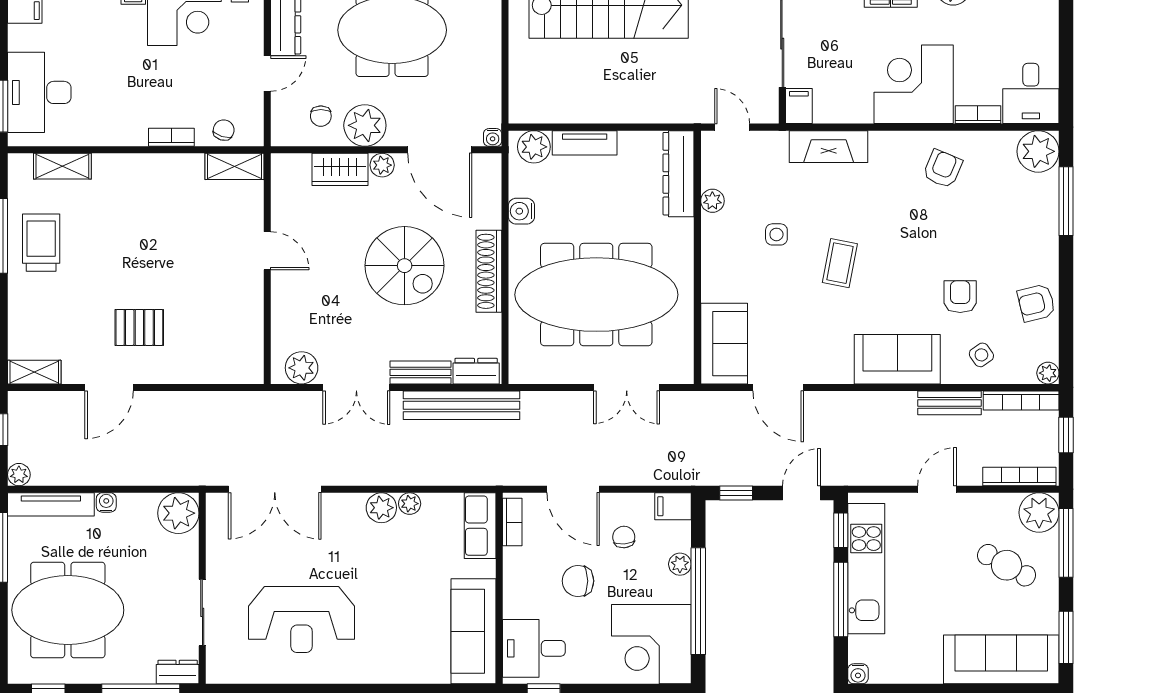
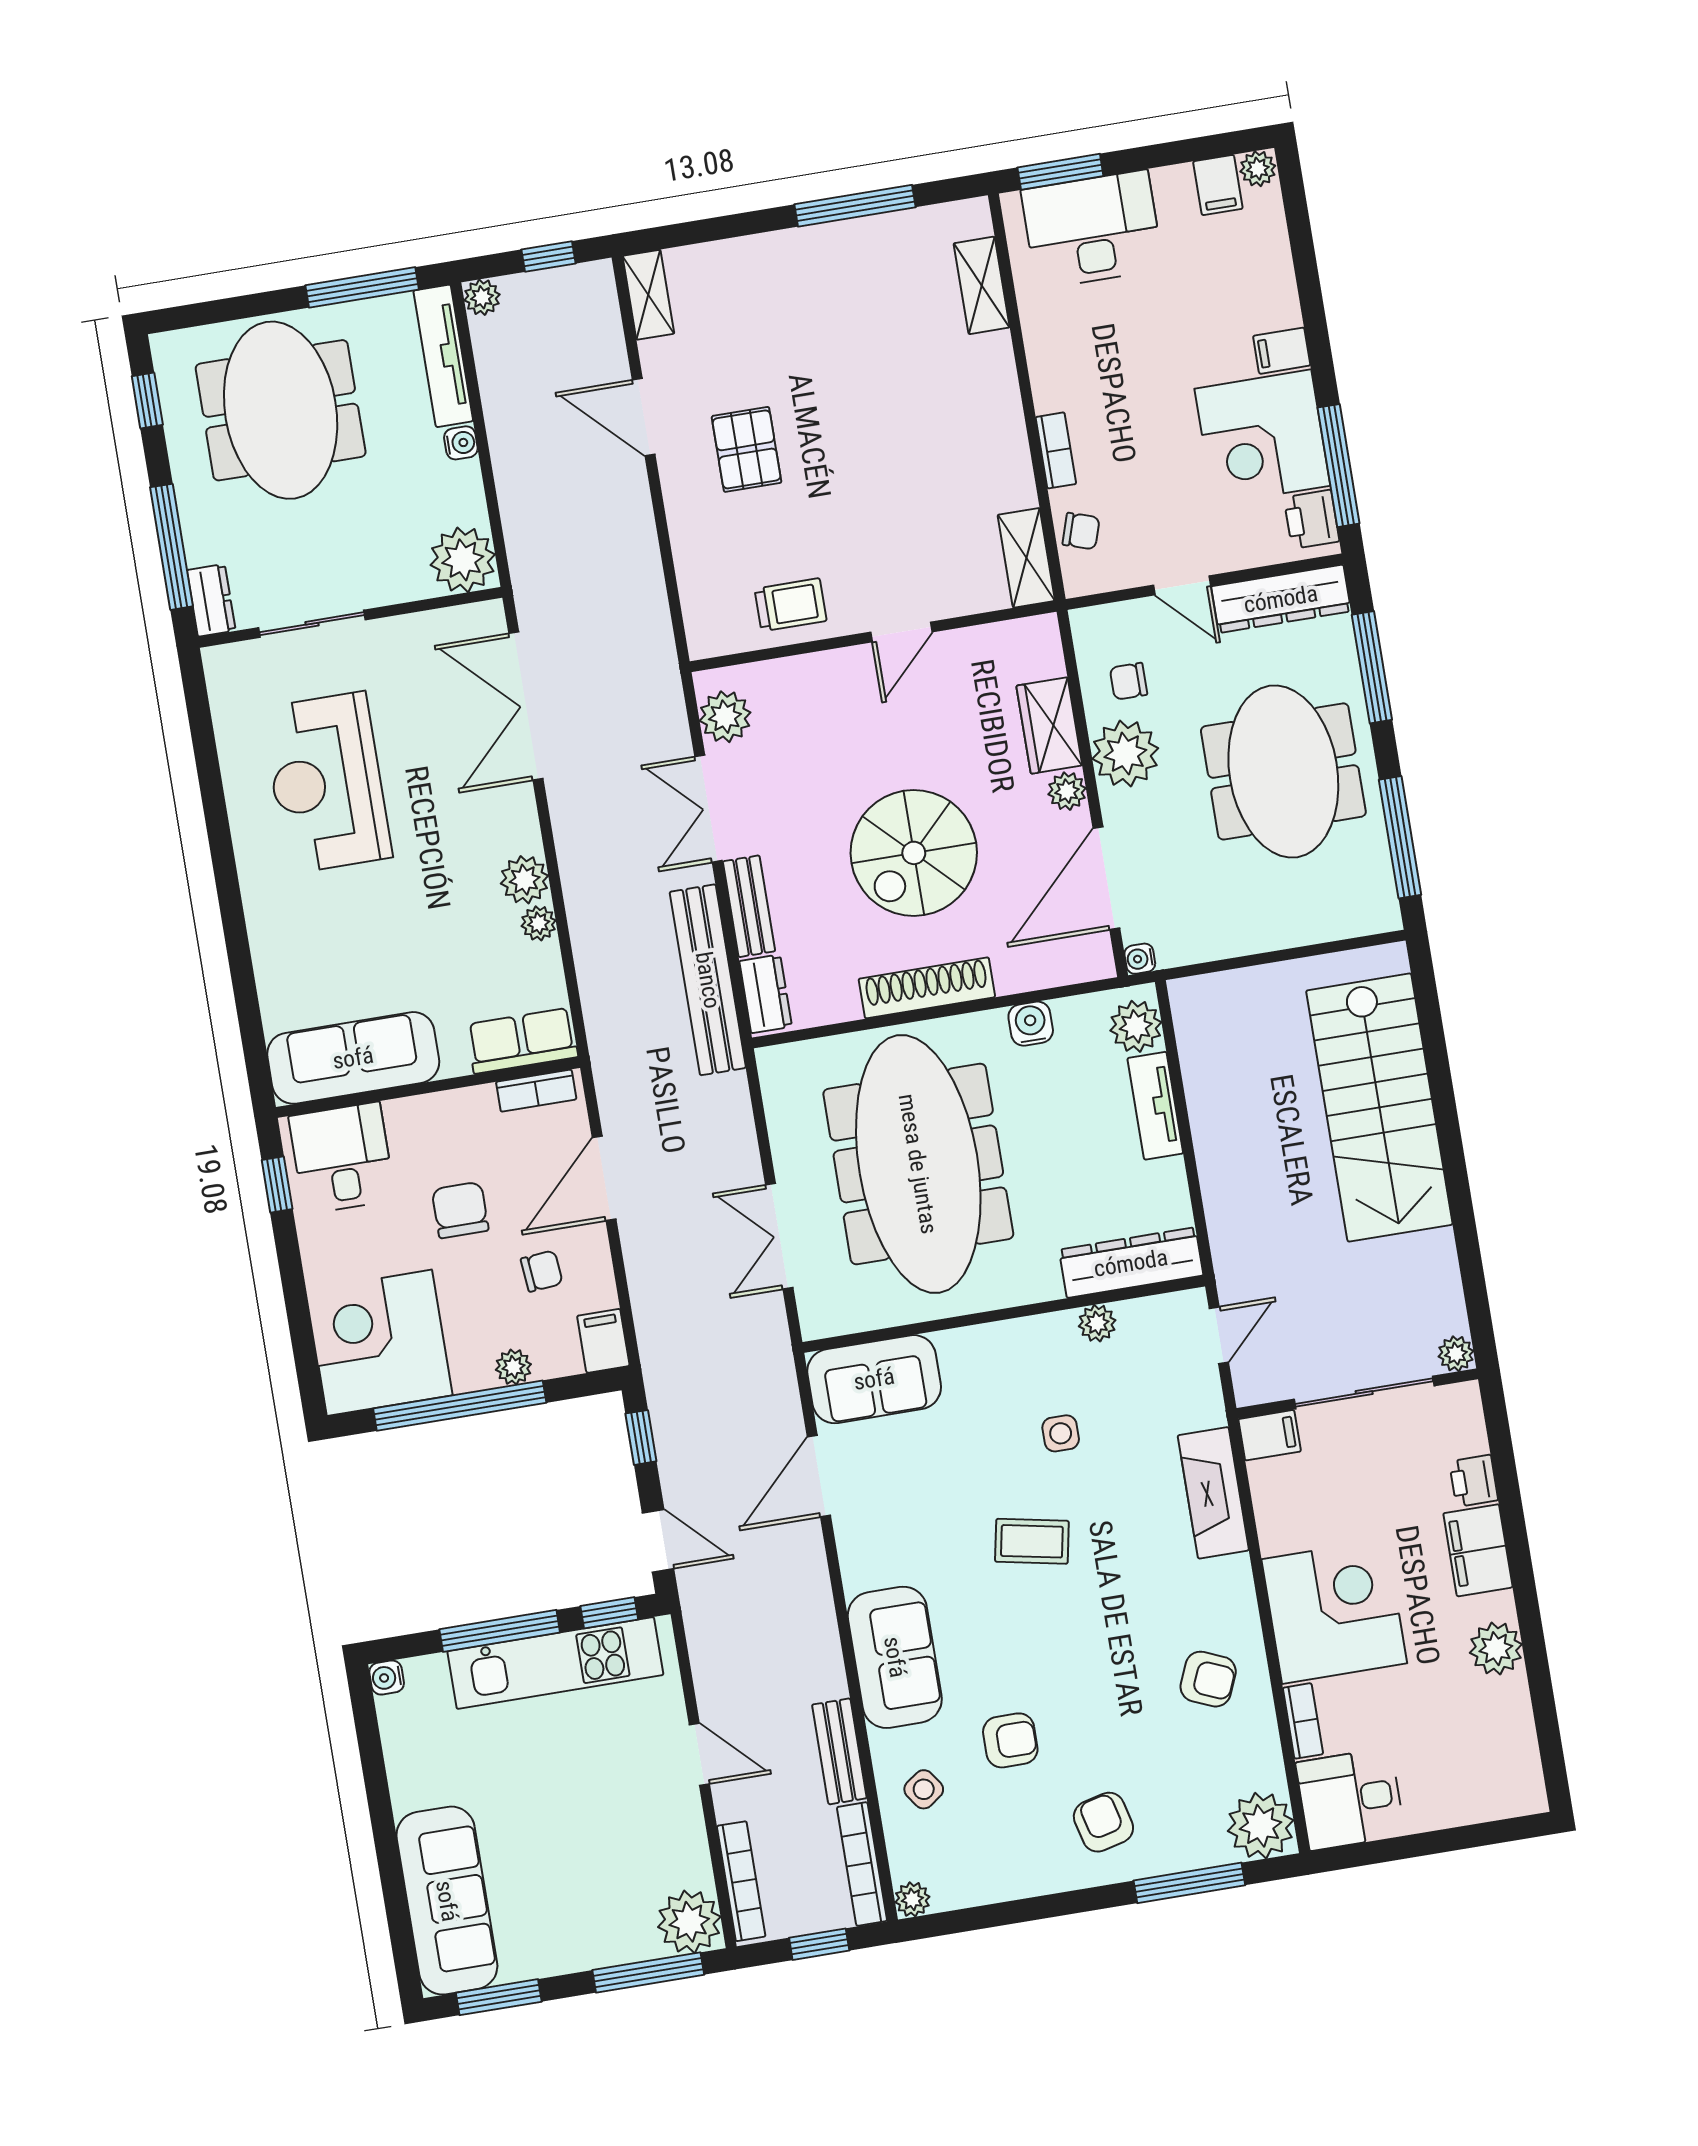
trolley: (41, 243) -> (790, 605), moved, width x0.73, depth x0.72
armchair: (1036, 303) -> (1103, 1822), moved
cafe table: (1007, 565) -> (597, 1884), removed

